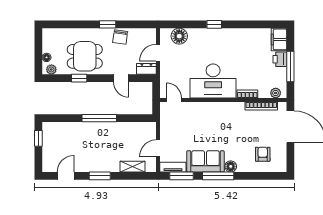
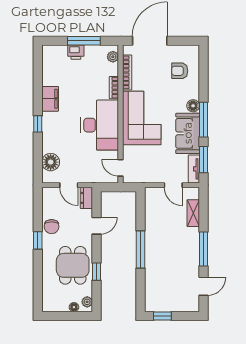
chair: (120, 37) -> (52, 227), turned 82
filing cabinet: (279, 39) -> (50, 99), moved, turned -90
door: (174, 100) -> (121, 168), hinge flipped
corner sofa: (220, 119) -> (142, 118), added
door: (66, 176) -> (203, 286), swing flipped
window: (100, 176) -> (203, 249), width x1.44

